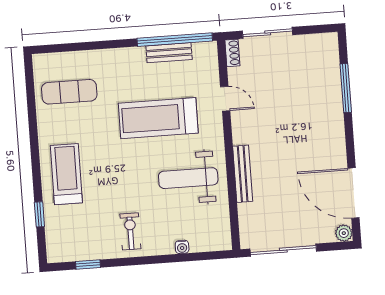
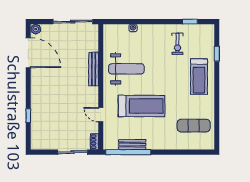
window: (346, 88) -> (28, 116), width x0.46
exercise bike: (130, 231) -> (178, 44), moved

